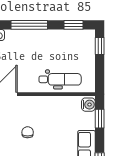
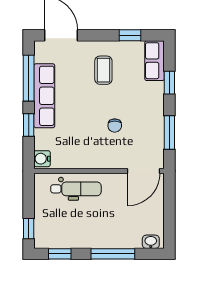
dental chair: (60, 79) -> (76, 189), turned 180
window: (100, 119) -> (29, 125), moved

